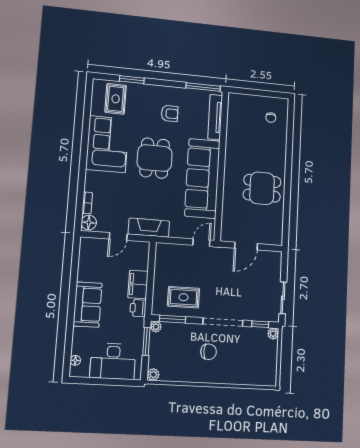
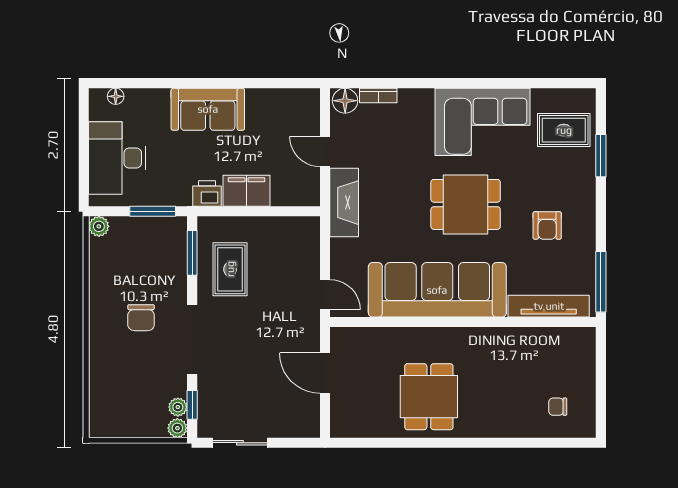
plant: (156, 327) -> (178, 407), moved

